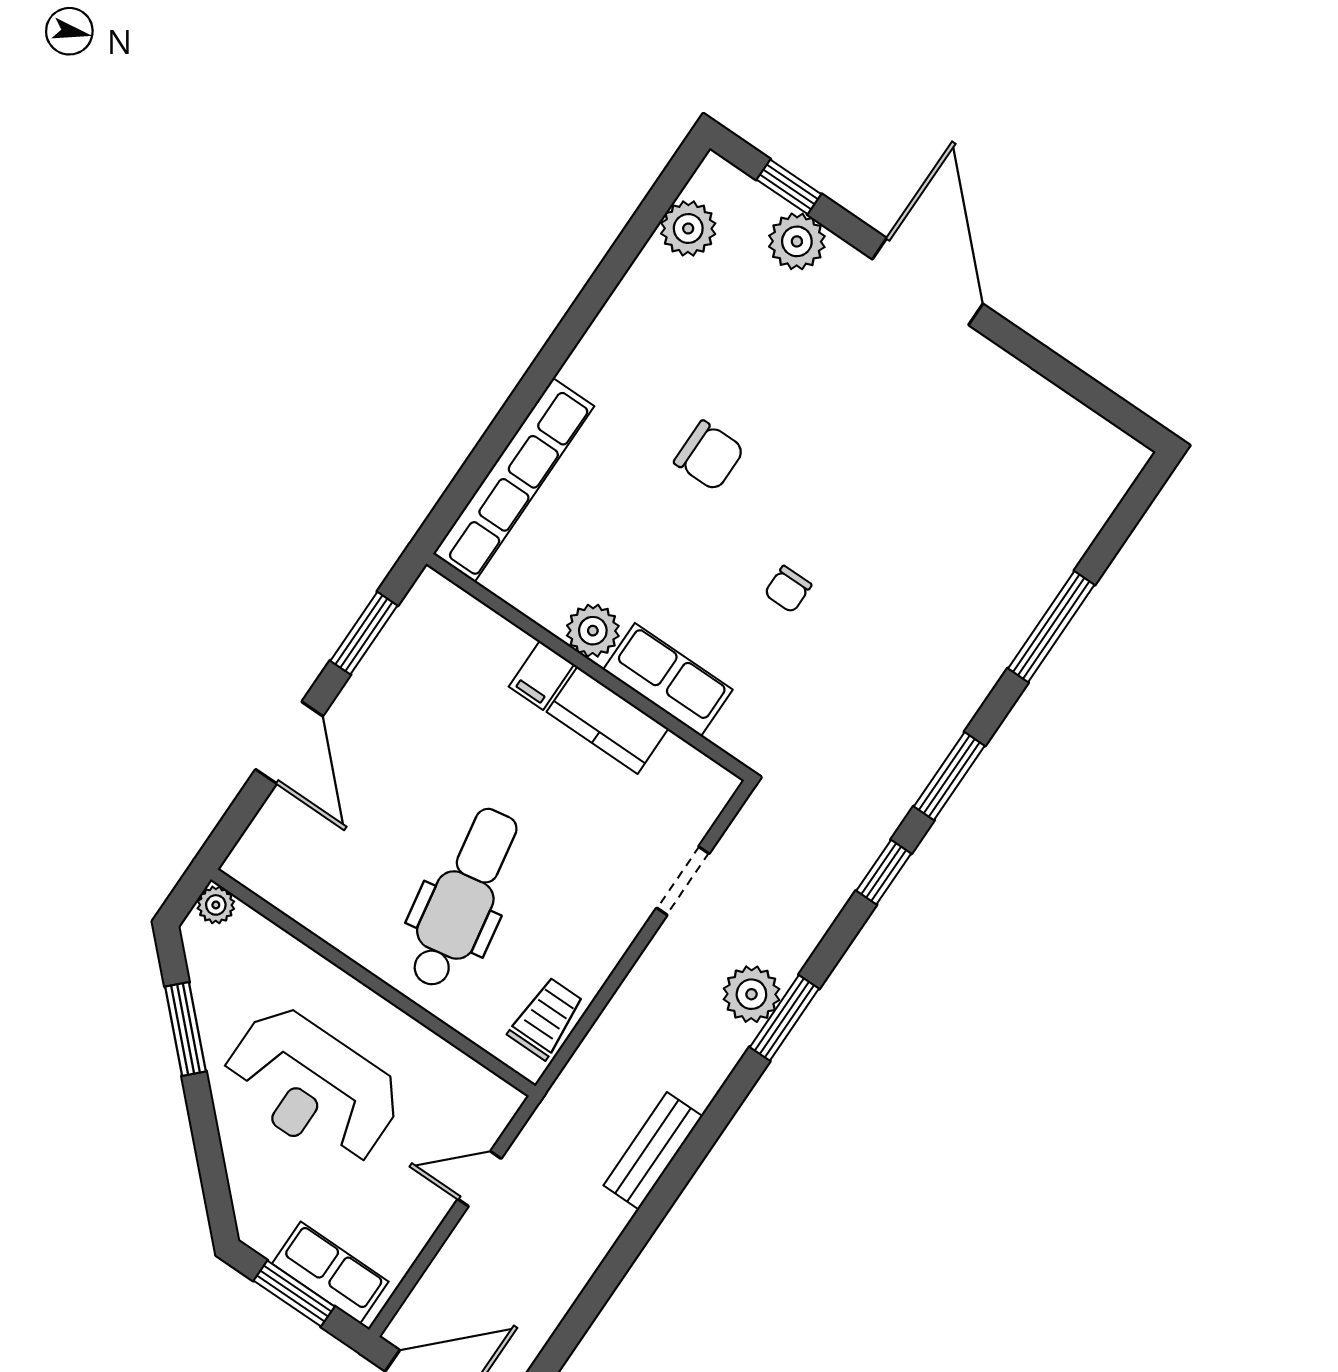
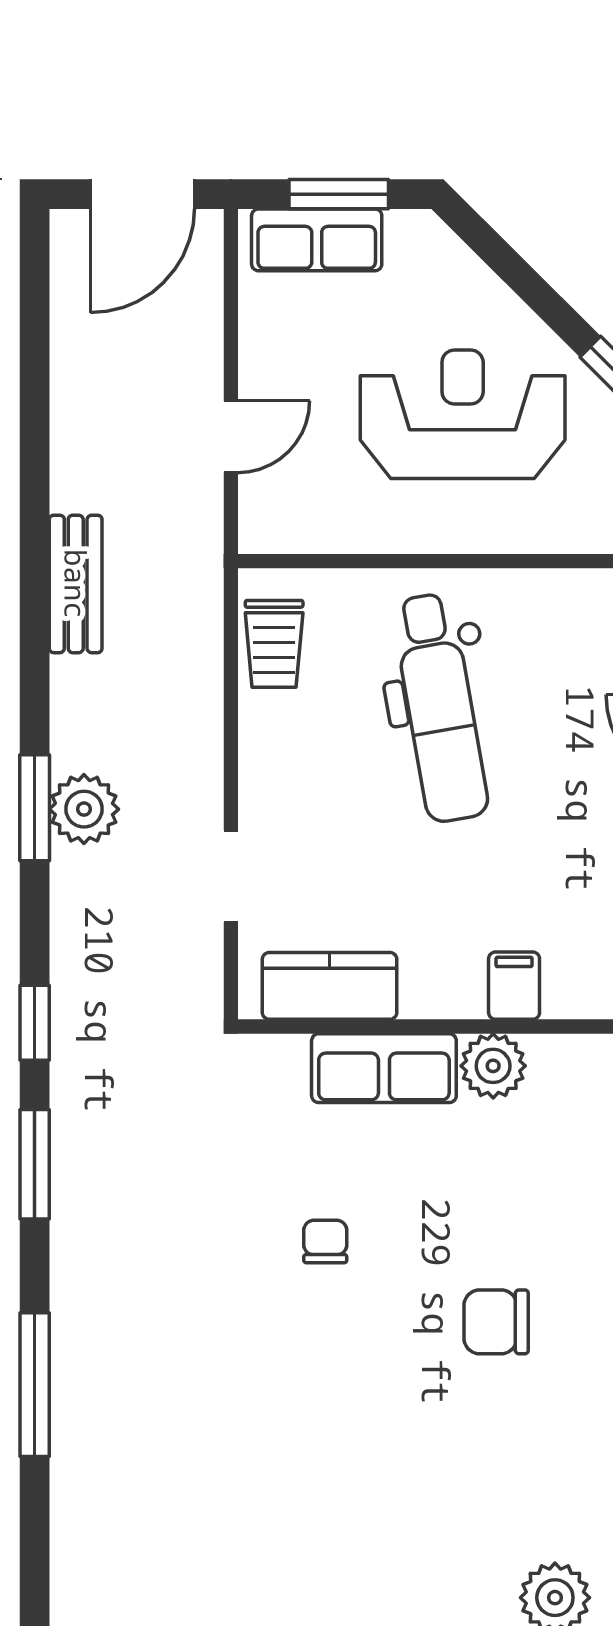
kitchen counter: (608, 720) -> (330, 986), moved

